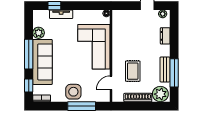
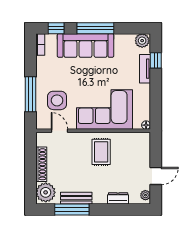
plant: (39, 33) -> (142, 41), moved
rug: (133, 71) -> (101, 152), moved, turned 90
side table: (73, 92) -> (57, 100), moved

